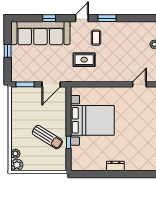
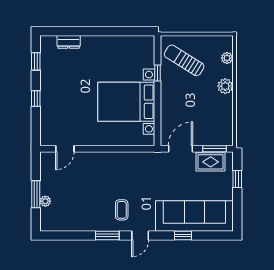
window: (8, 51) -> (237, 179), moved
rug: (84, 60) -> (211, 162), moved
sun lounger: (47, 137) -> (184, 60), moved
plant: (17, 165) -> (225, 86), moved
dresser: (115, 166) -> (69, 42), moved

